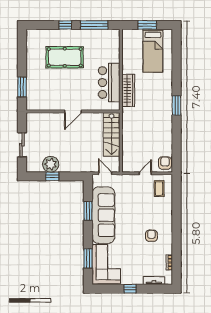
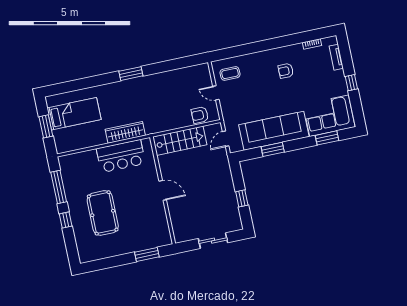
armchair: (165, 163) -> (200, 115), moved
plant: (51, 164) -> (228, 203), removed

